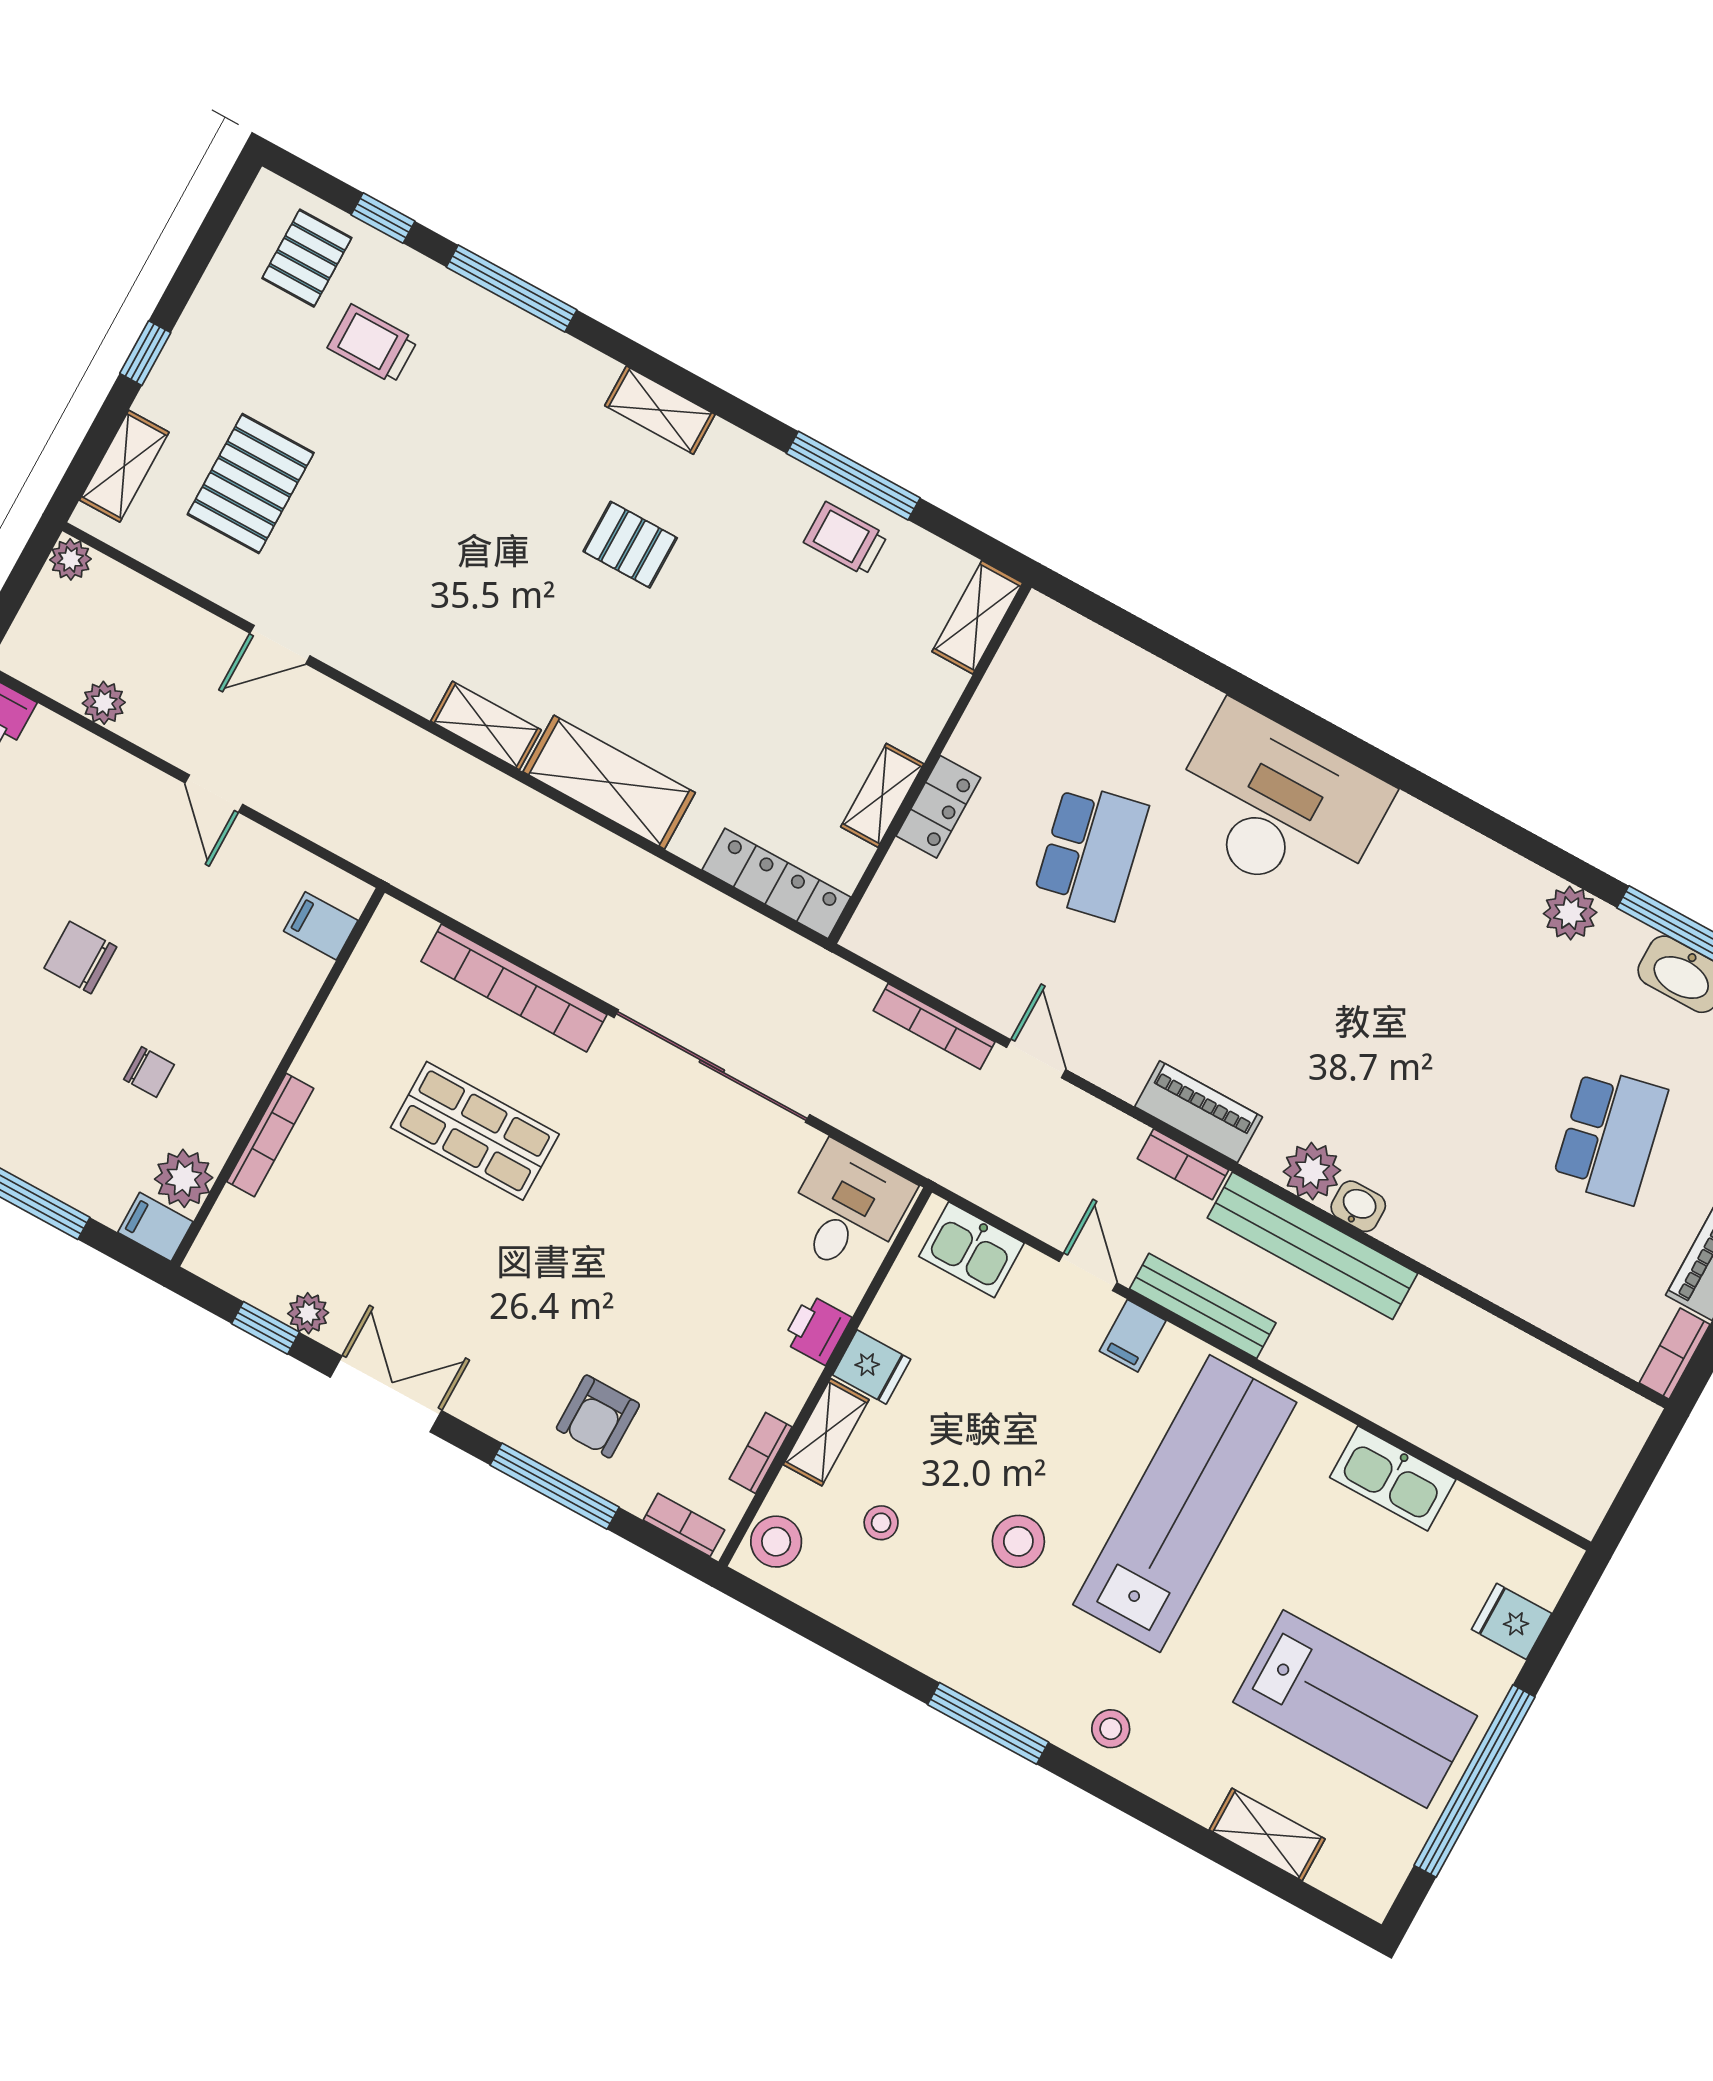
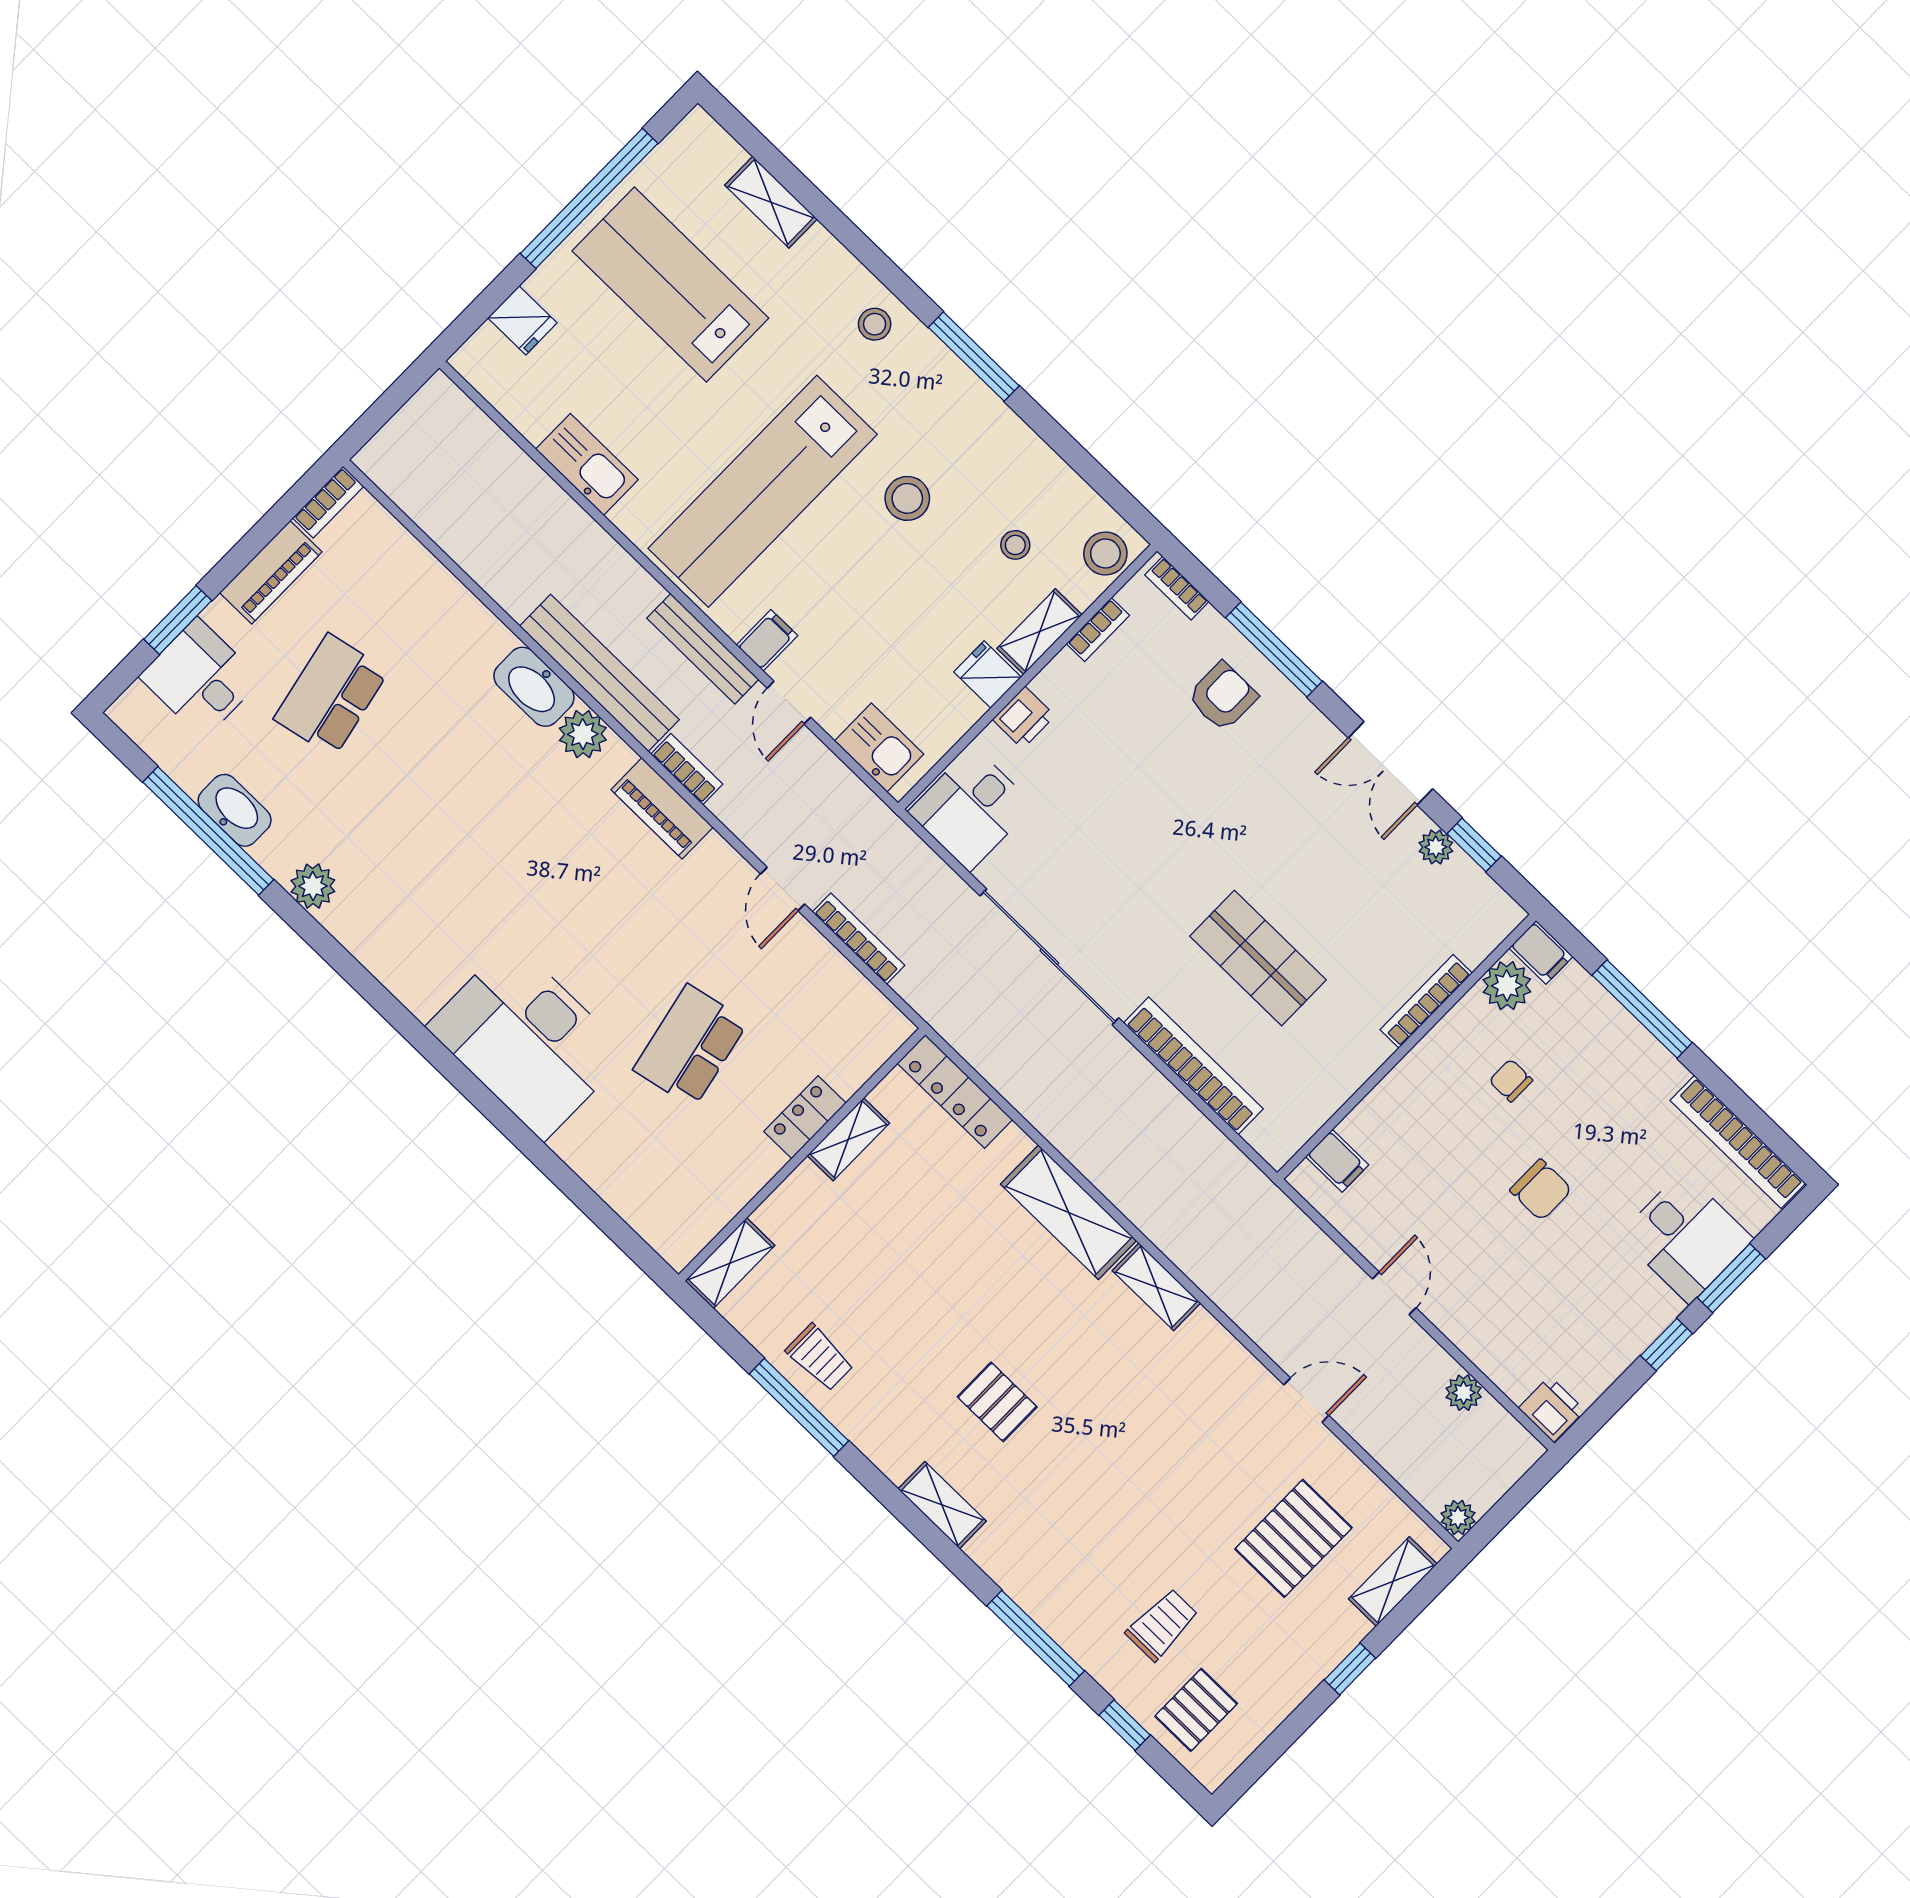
trolley: (372, 344) -> (1162, 1625), turned -90
washbasin: (1358, 1206) -> (534, 687), width x1.91, depth x1.45

